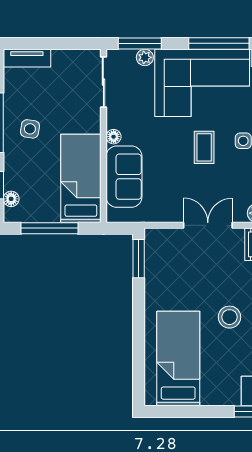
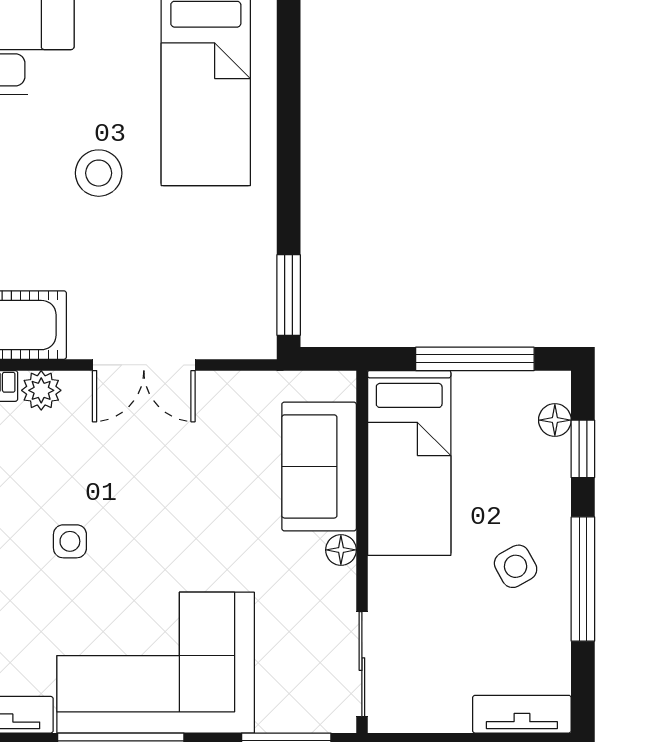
plant: (145, 57) -> (276, 716), removed
side table: (30, 129) -> (516, 566), turned -38
coffee table: (204, 147) -> (152, 528), removed

